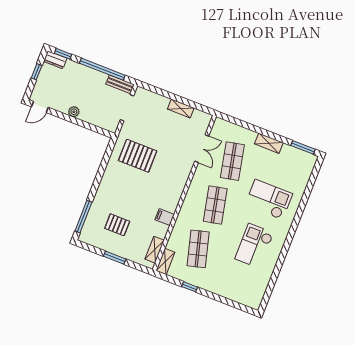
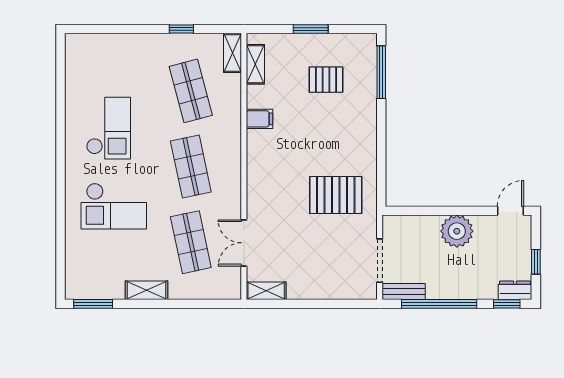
shelving: (181, 108) -> (266, 291), moved
plant: (74, 112) -> (457, 231), width x1.87, depth x1.87

